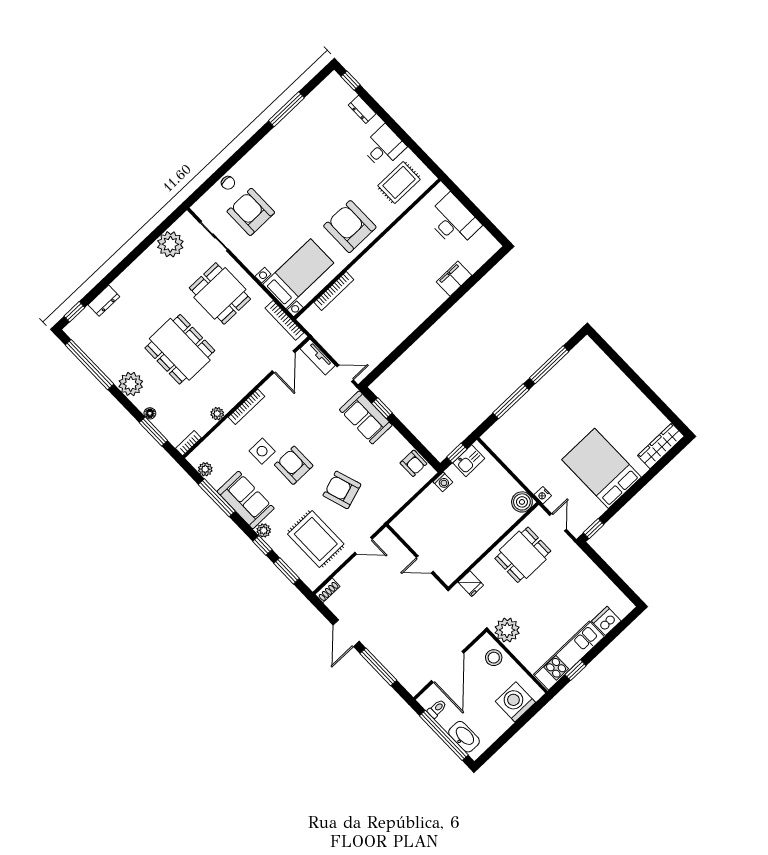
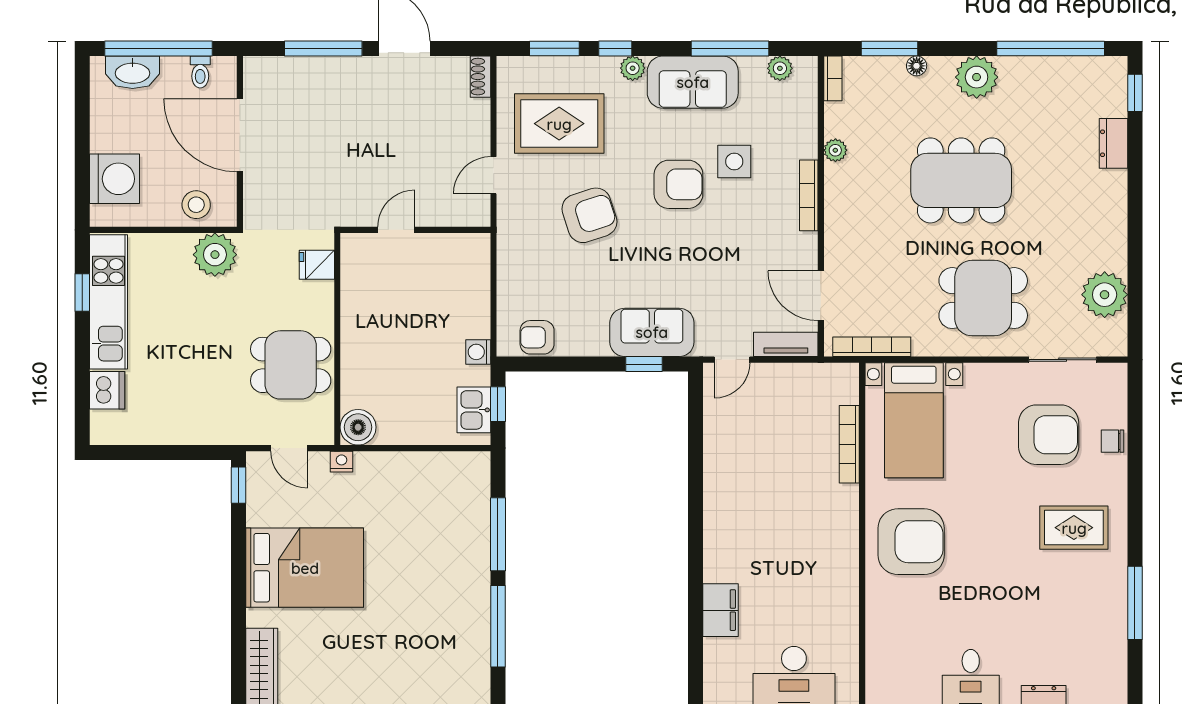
rug: (399, 182) -> (1074, 528), moved, turned 90
dining table: (523, 555) -> (291, 365), turned 90

